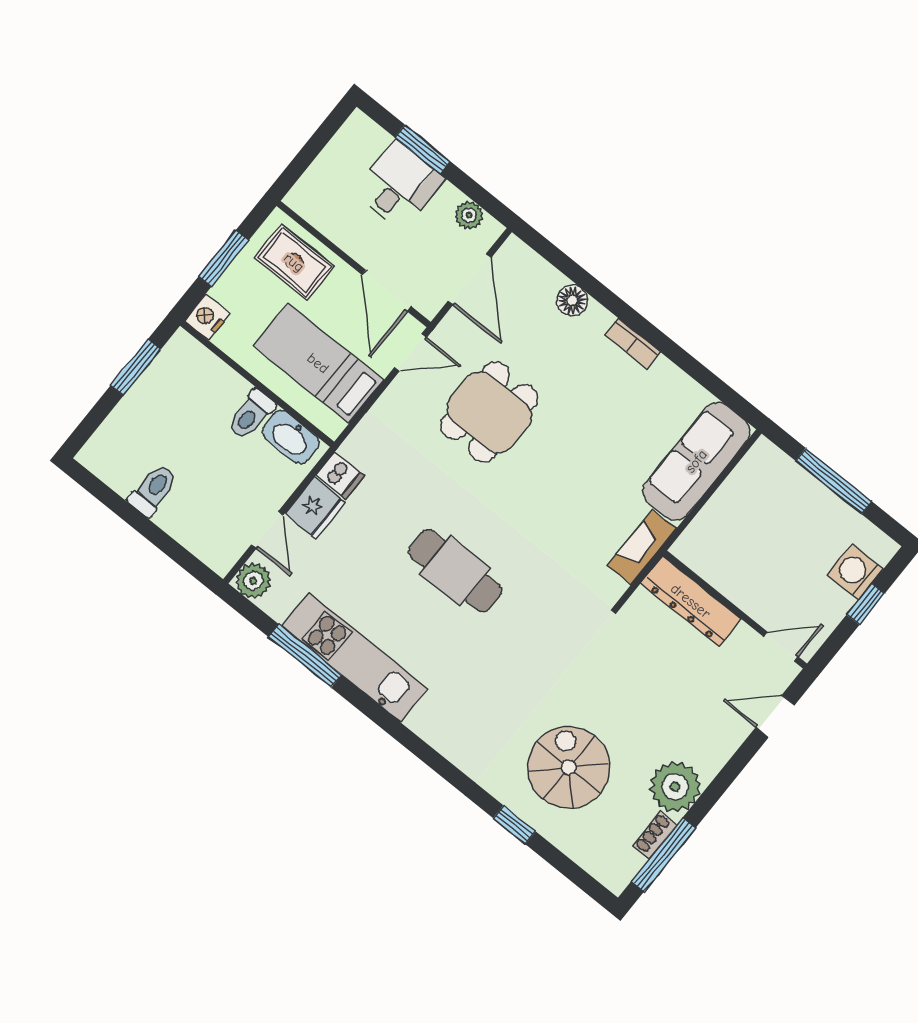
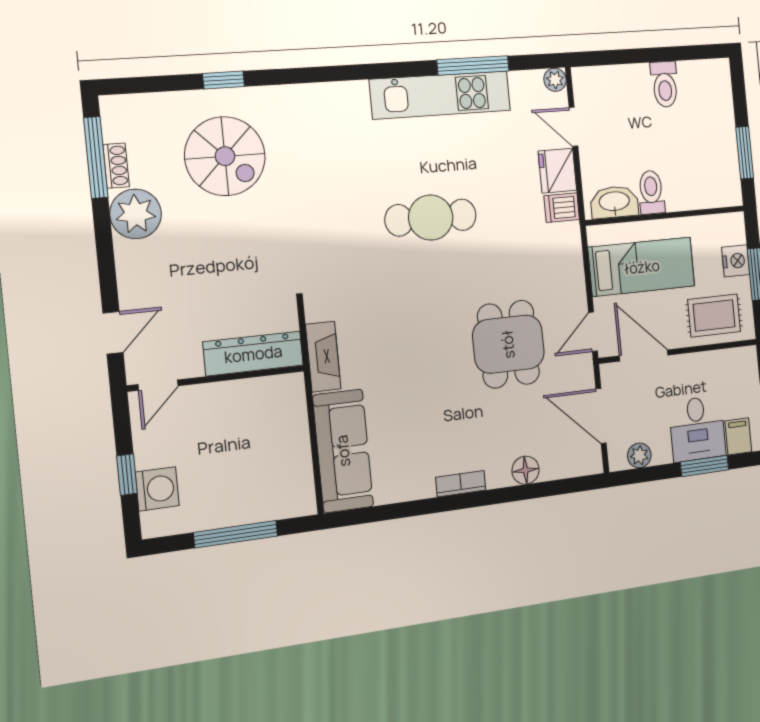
filing cabinet: (370, 143) -> (738, 436), added
nightstand: (207, 317) -> (736, 261), moved
plant: (253, 581) -> (555, 80), width x0.73, depth x0.73

